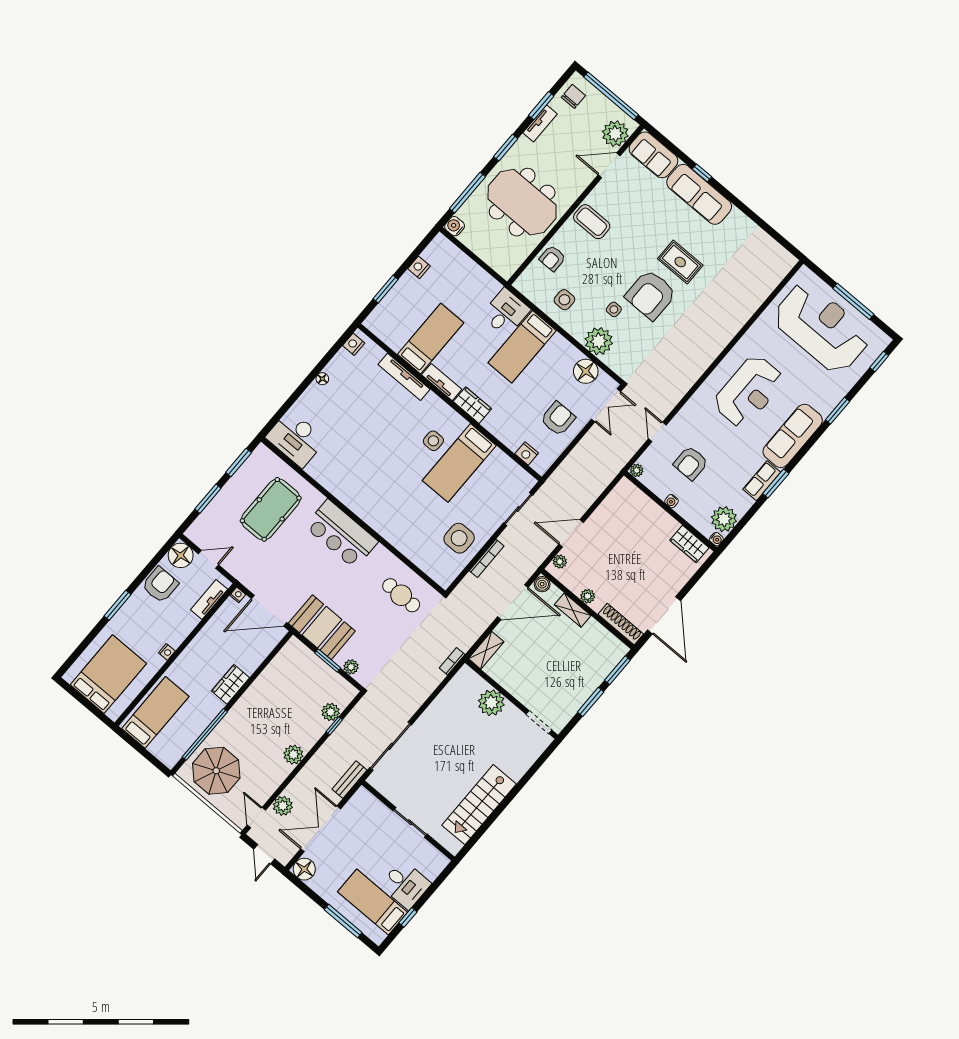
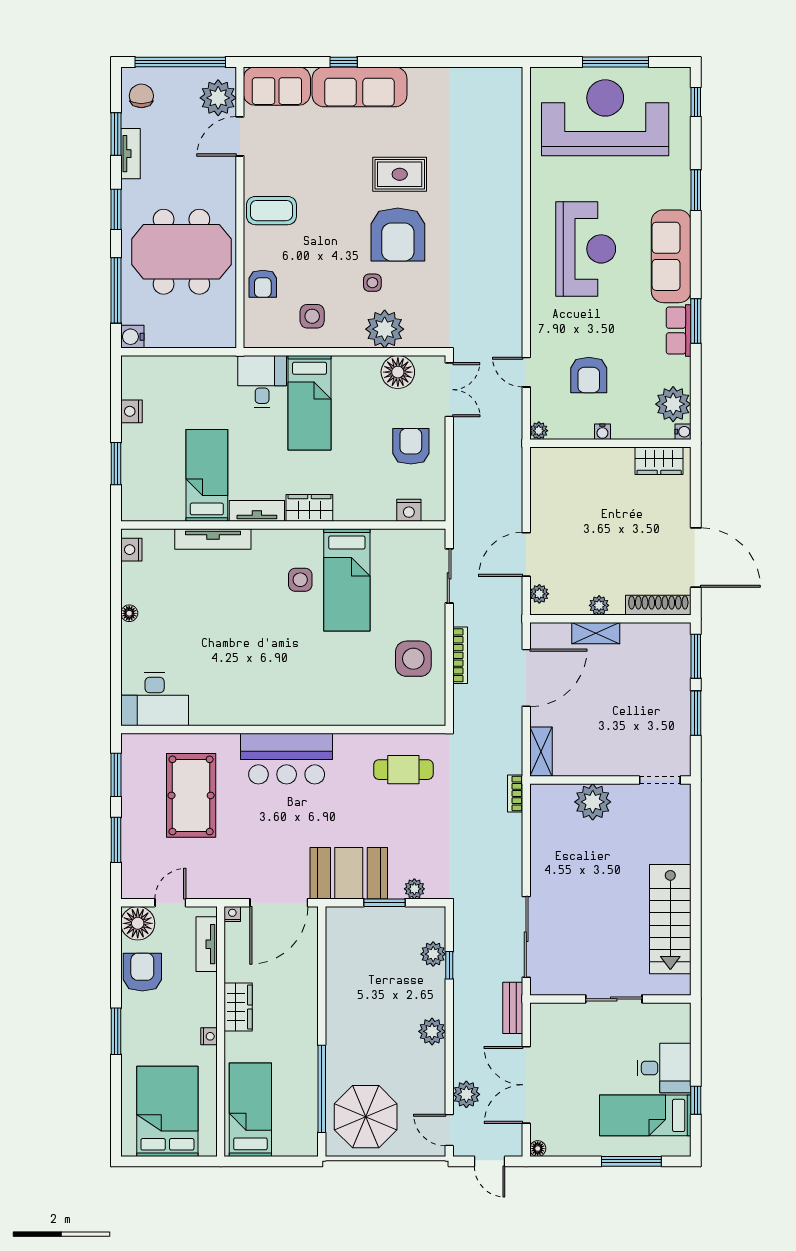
boiler: (542, 584) -> (541, 633), removed
wardrobe: (230, 684) -> (238, 1007), moved, turned 180
floor lamp: (304, 869) -> (538, 1149), width x0.53, depth x0.53

